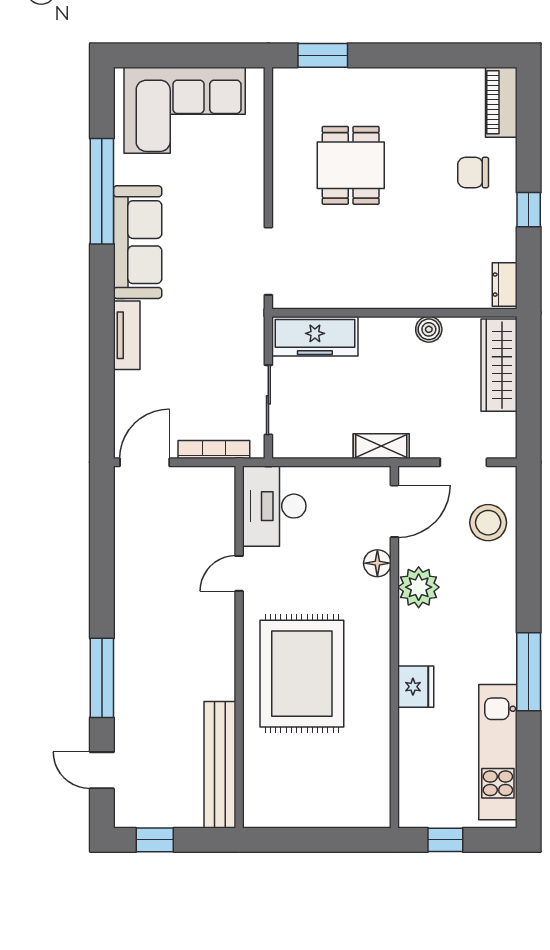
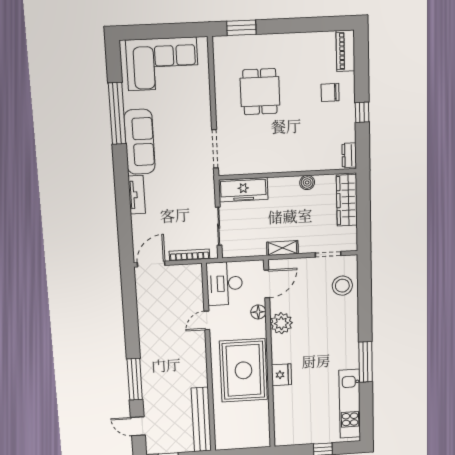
door: (394, 511) -> (267, 284), moved
floor lamp: (377, 563) -> (258, 312), moved
plant: (419, 587) -> (281, 323), moved
wall: (394, 647) -> (269, 355), moved
fridge: (416, 687) -> (281, 375), moved

